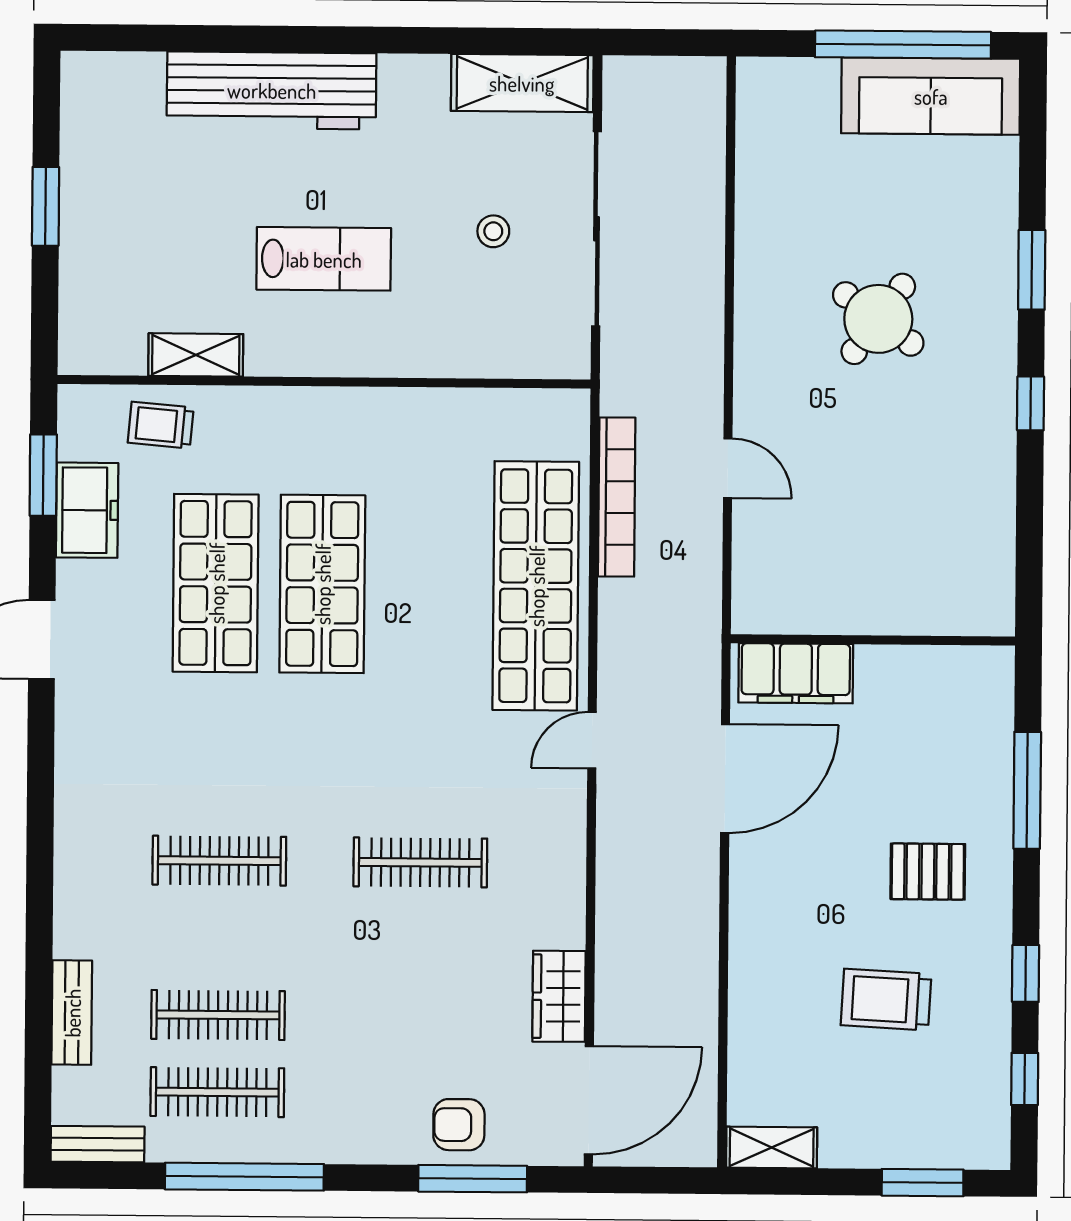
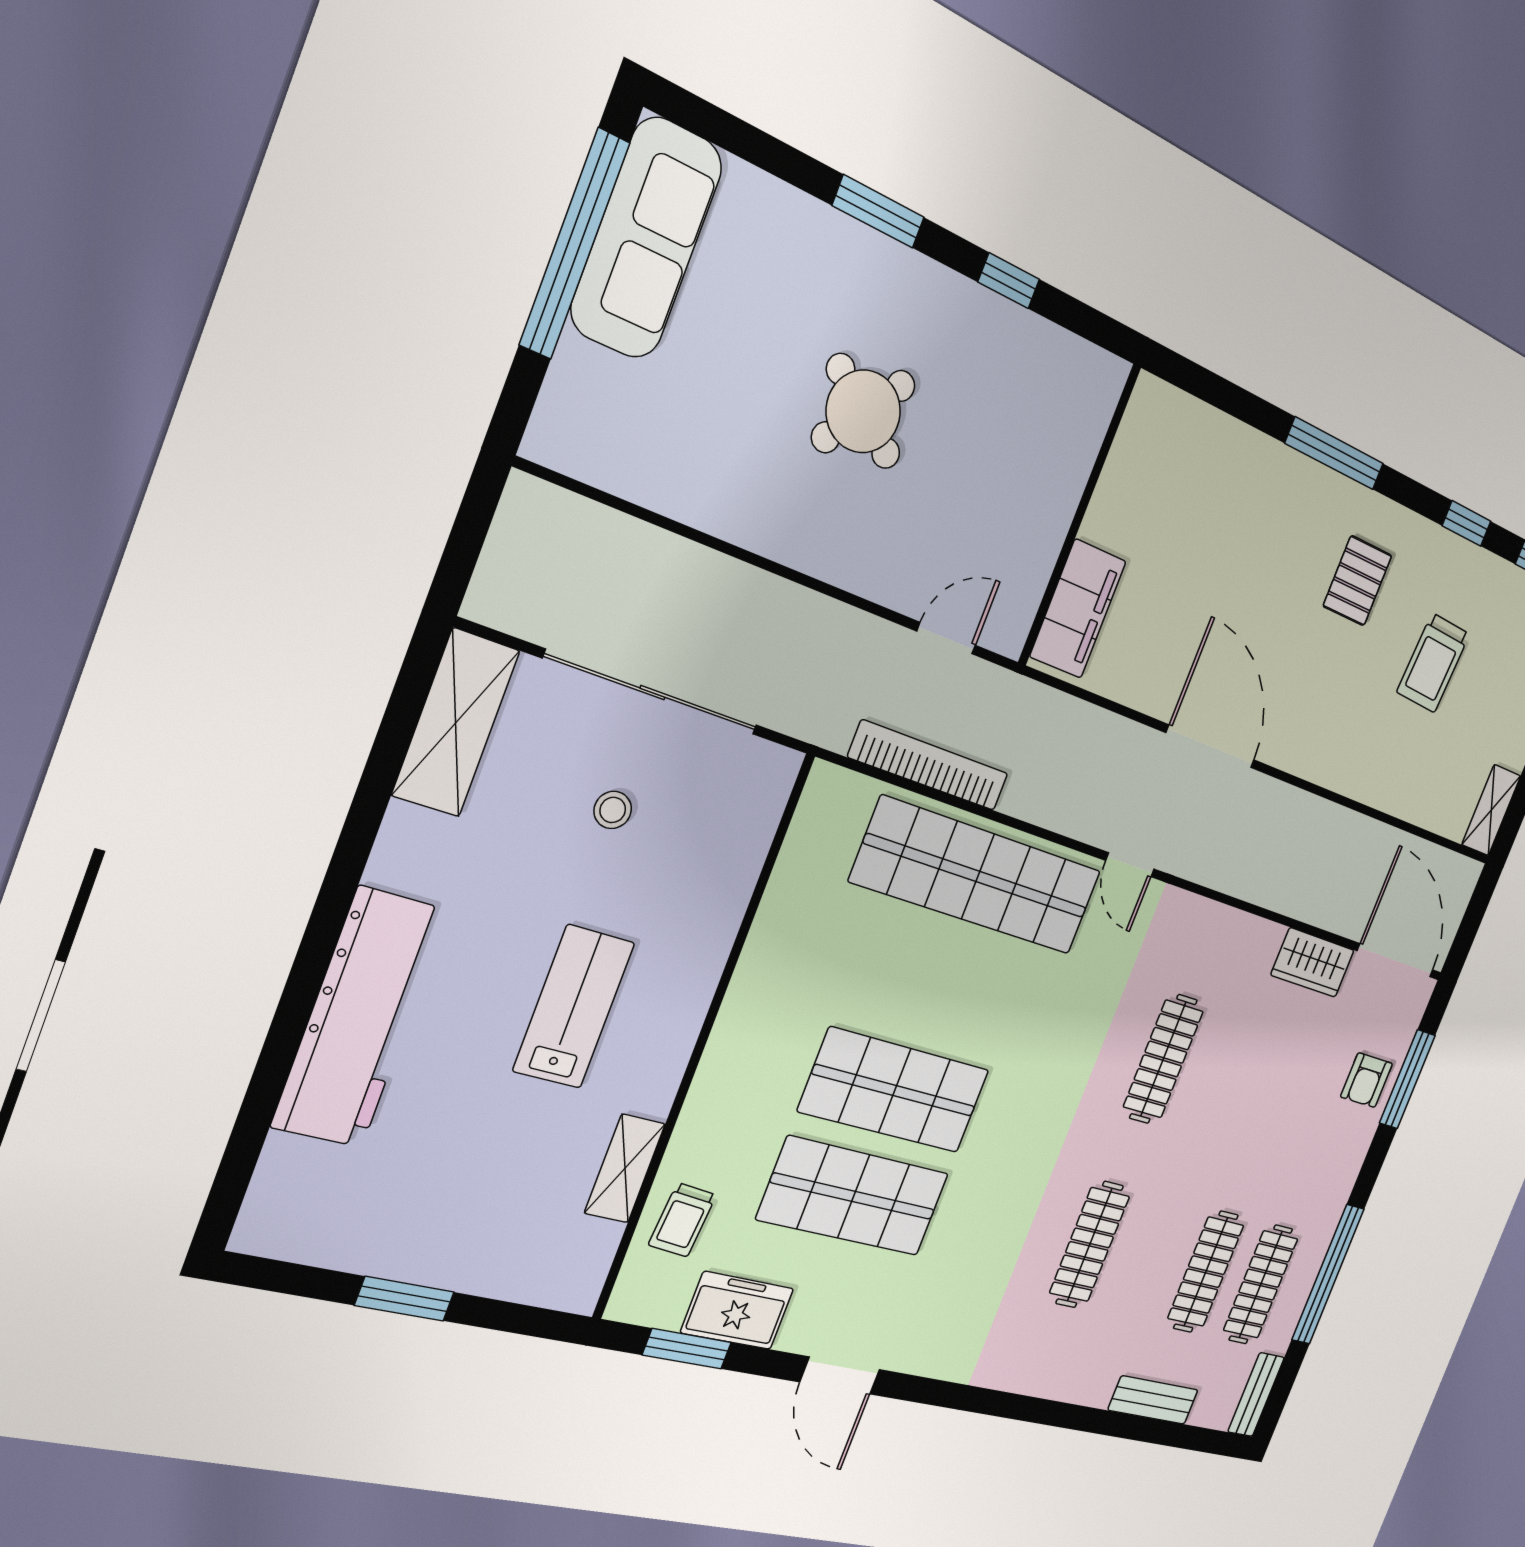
wall: (873, 640) -> (1079, 516), moved
filing cabinet: (796, 673) -> (1078, 609), moved

